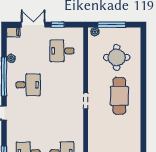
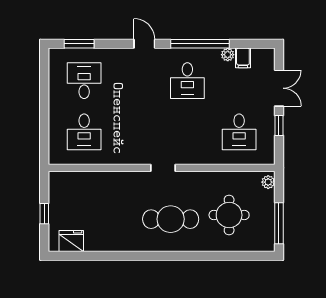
window: (112, 25) -> (279, 223), moved
filing cabinet: (13, 32) -> (243, 58), moved
desk: (62, 51) -> (239, 132), turned 180

